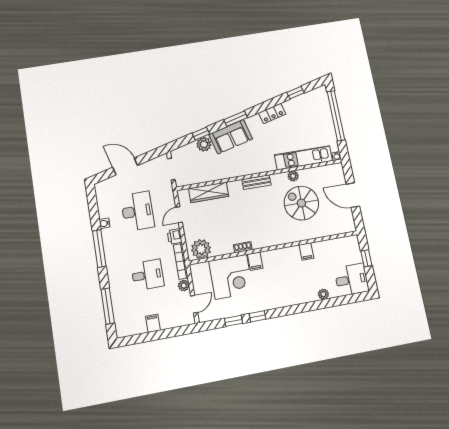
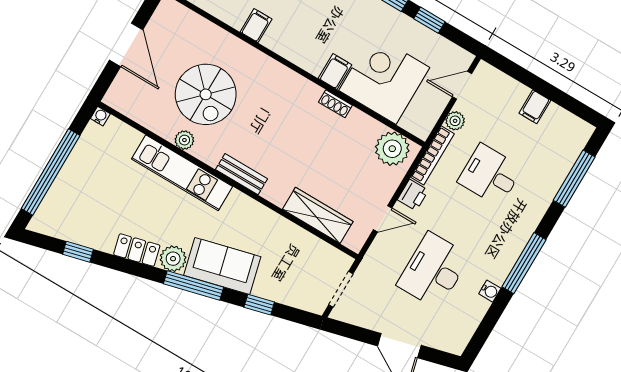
window: (236, 119) -> (194, 285), width x1.44
plant: (204, 144) -> (173, 259), moved
kitchen unit: (303, 158) -> (182, 173), moved

